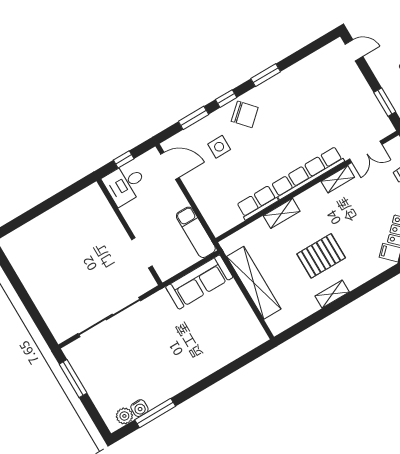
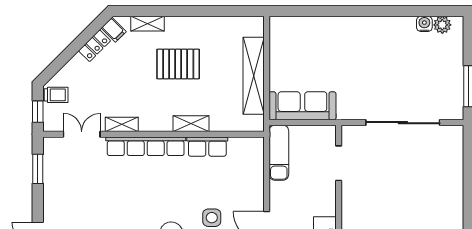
shelving: (332, 294) -> (147, 24), moved
window: (155, 413) -> (413, 11), removed

